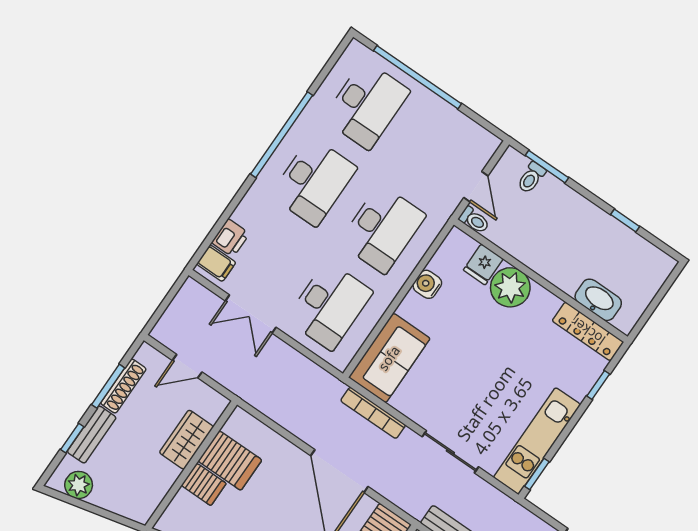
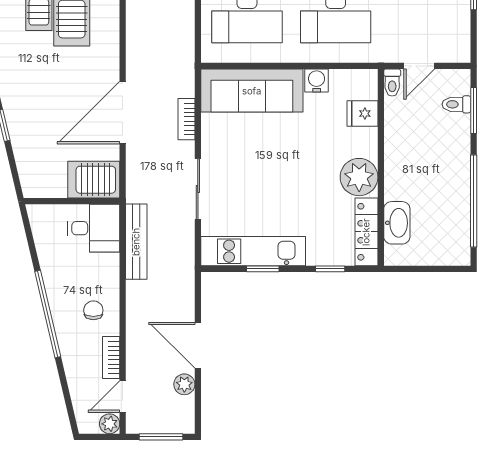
window: (625, 220) -> (474, 201), width x3.17
plant: (510, 287) -> (359, 177), moved
sofa: (389, 358) -> (252, 91), width x1.36
bookcase: (373, 413) -> (187, 119), width x0.64
window: (537, 474) -> (263, 269), moved

